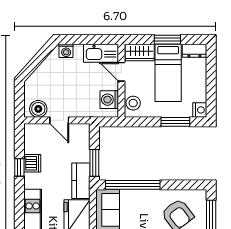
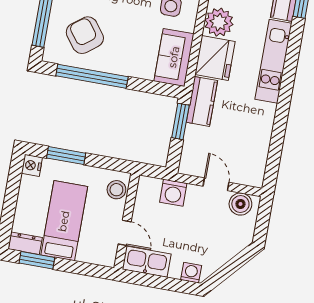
window: (167, 40) -> (37, 260), moved
wardrobe: (140, 52) -> (97, 254), removed
washing machine: (109, 100) -> (173, 193), moved, turned 90
dishwasher: (32, 163) -> (261, 135), removed
window: (19, 167) -> (278, 133), removed
window: (133, 185) -> (92, 76), moved

